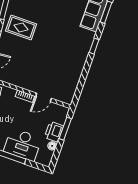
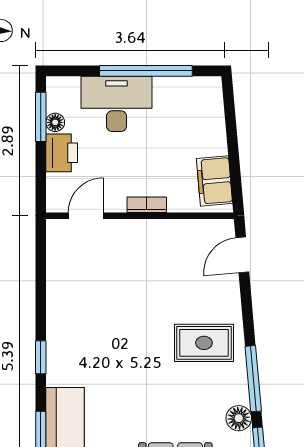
door: (44, 97) -> (86, 216), moved
window: (65, 129) -> (41, 117), moved

